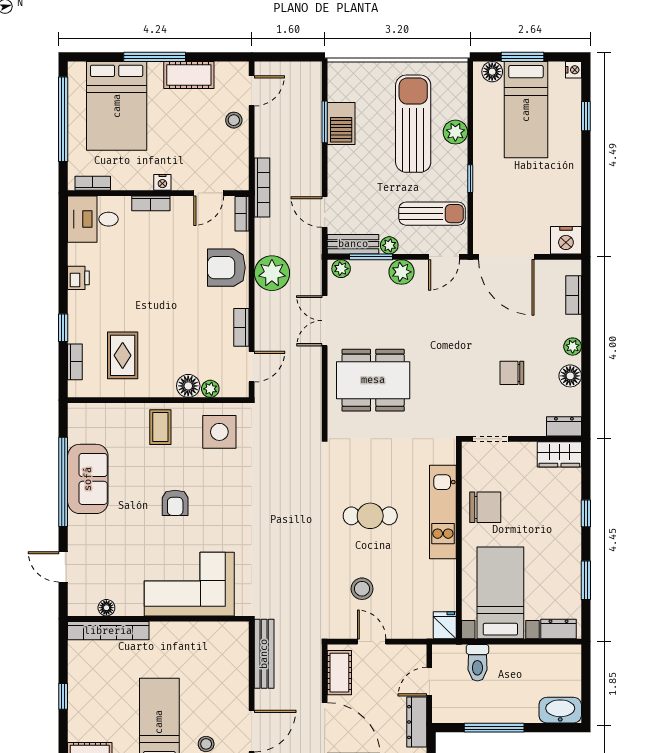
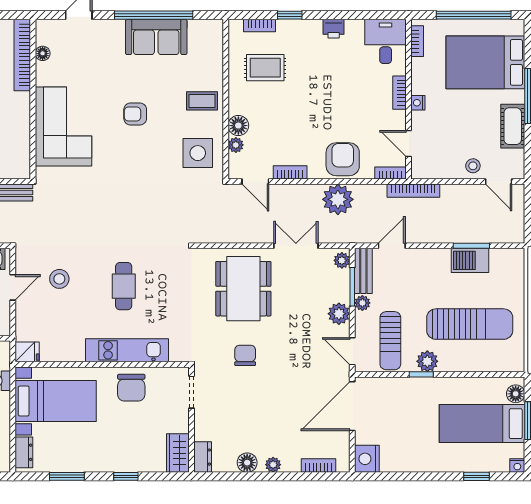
plant: (455, 132) -> (427, 361), moved
chair: (512, 373) -> (245, 355), moved

